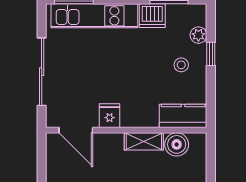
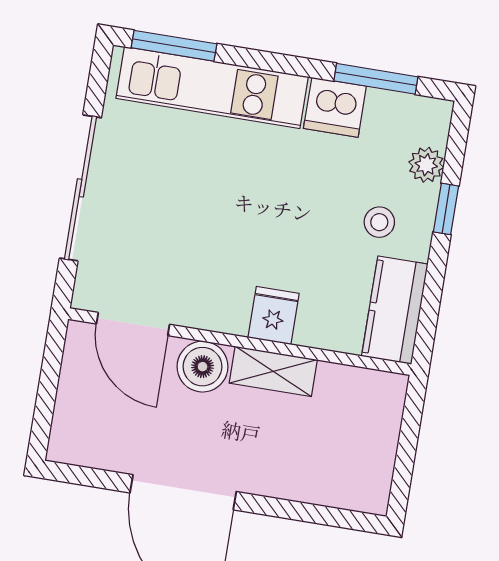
fridge: (110, 116) -> (274, 315), moved
kitchen counter: (183, 116) -> (395, 310), moved, turned -90
boiler: (177, 144) -> (203, 367), moved

